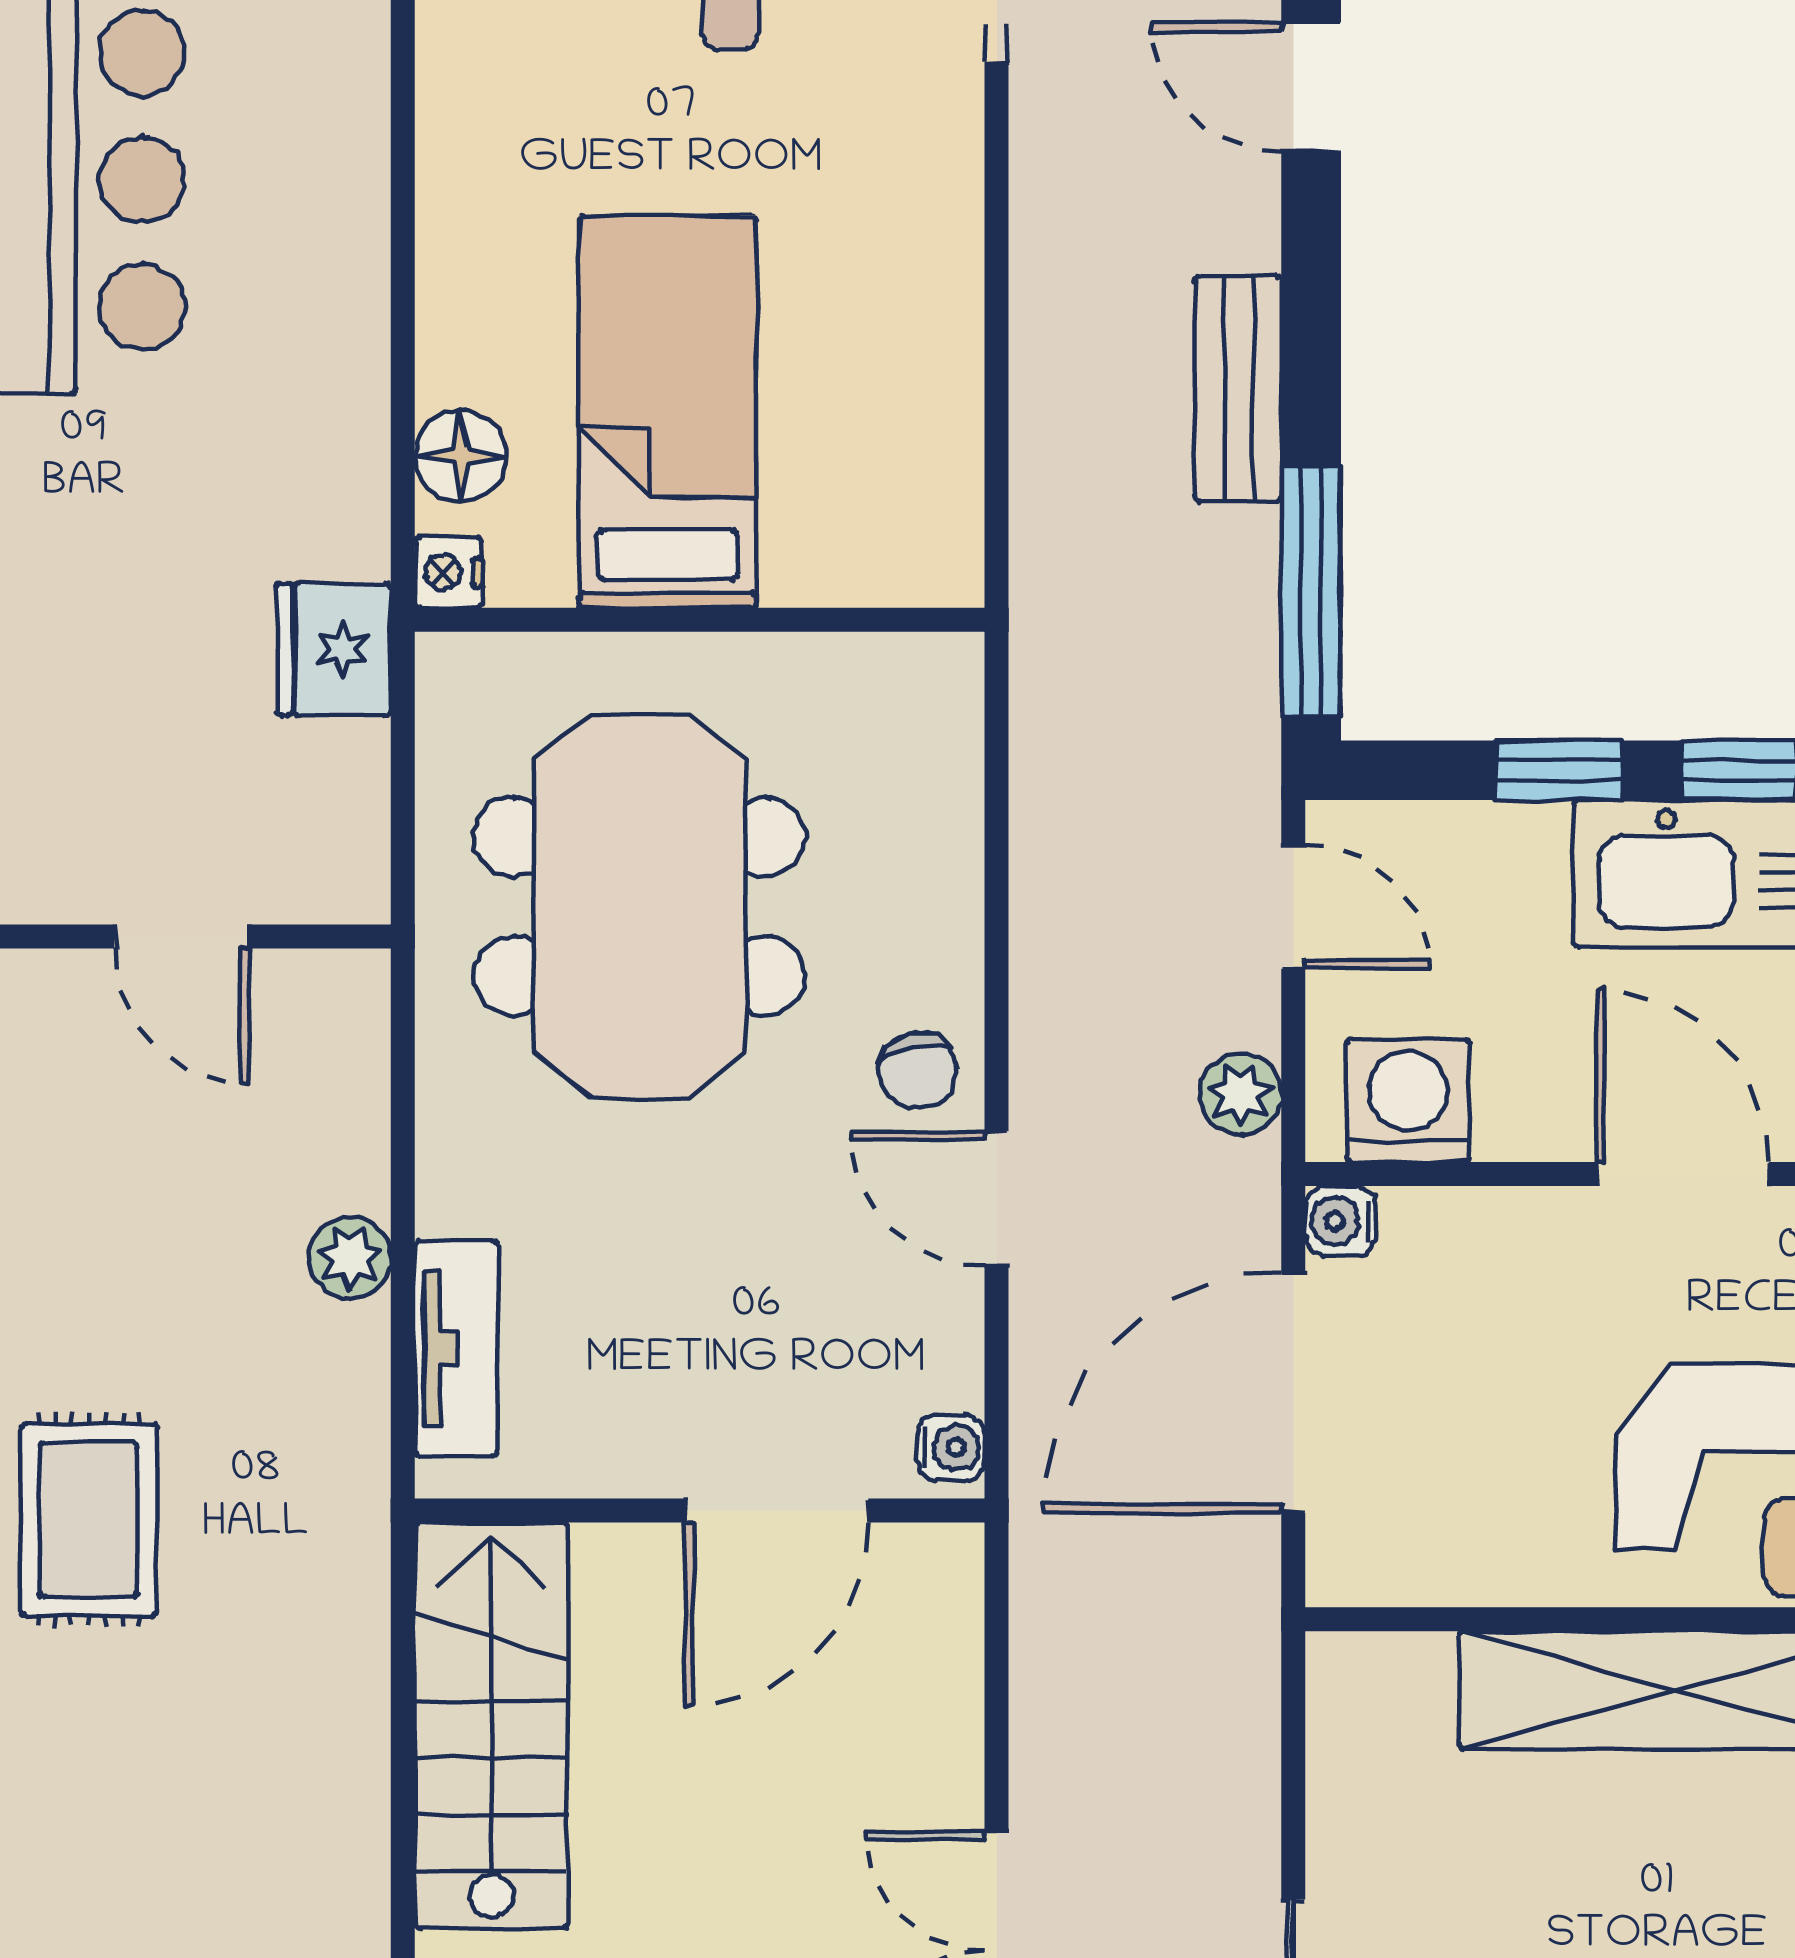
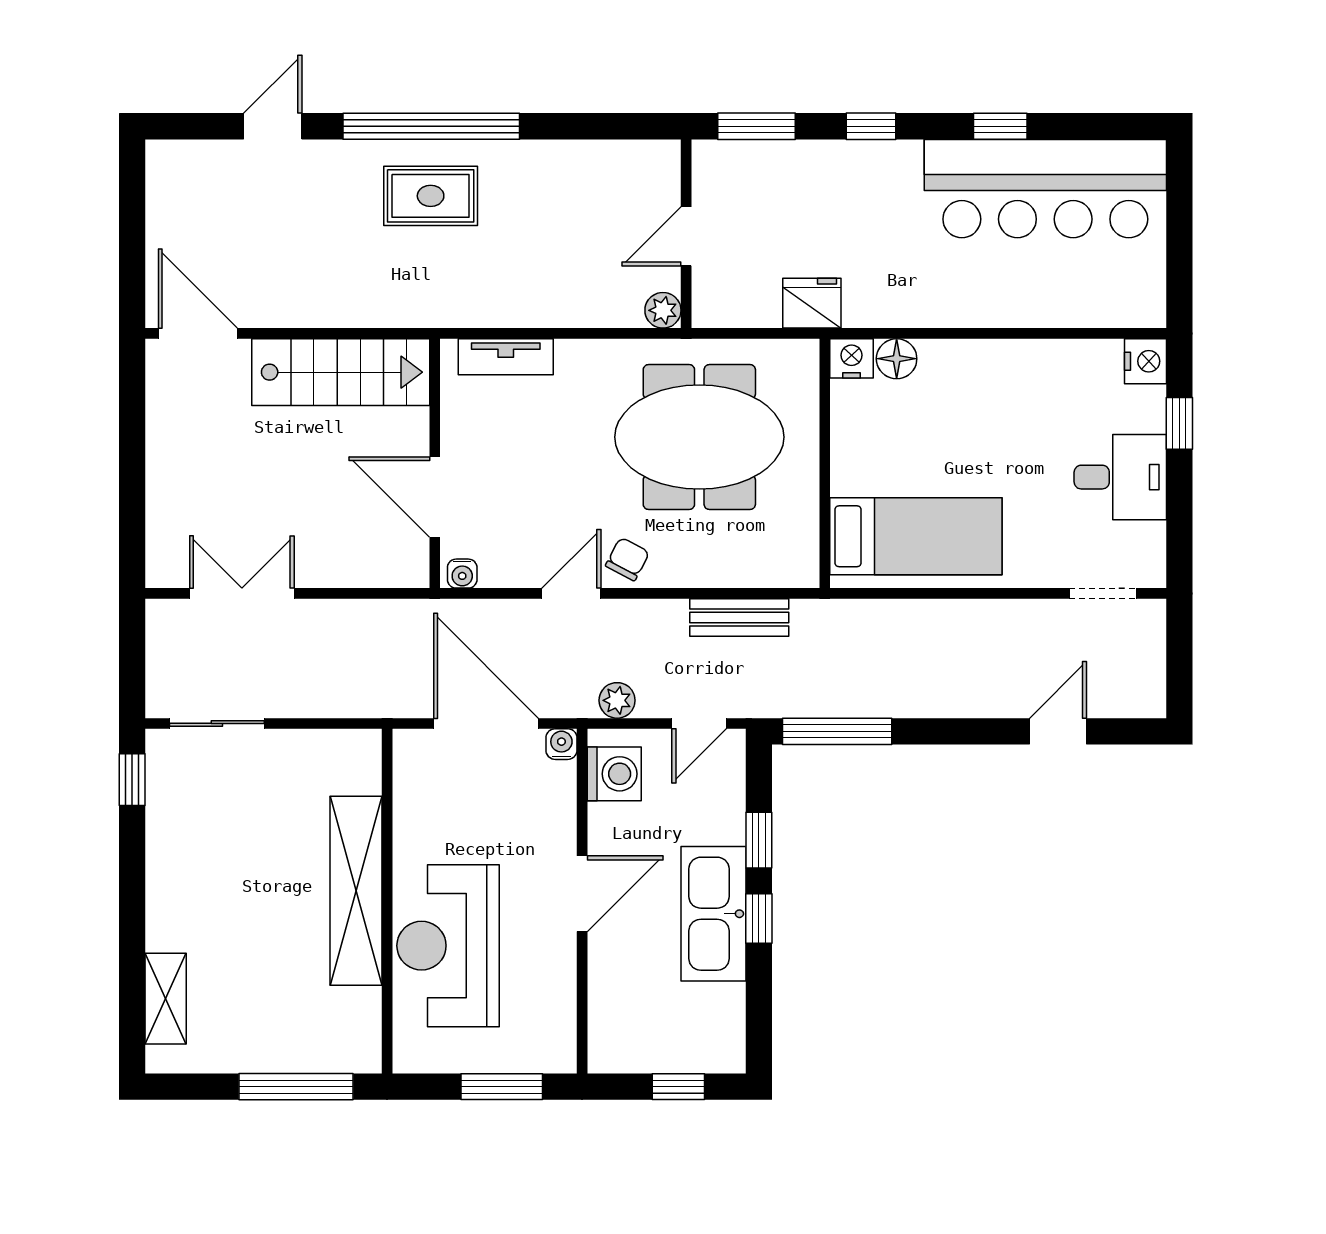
bench: (1238, 389) -> (739, 618), moved
bed: (668, 412) -> (916, 536), moved
nightstand: (448, 573) -> (852, 358), width x1.39, depth x1.35
chair: (918, 1070) -> (627, 559), turned 131
plant: (350, 1258) -> (663, 310), moved

